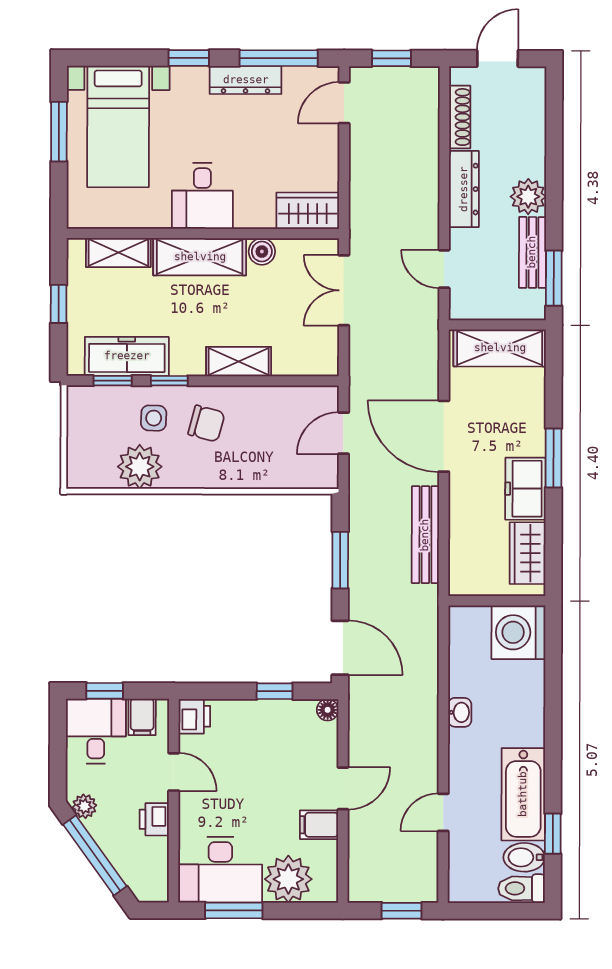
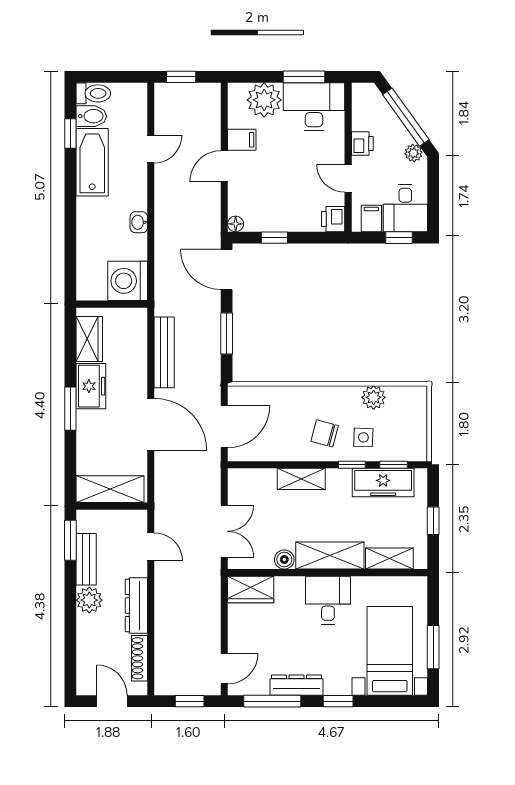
door: (498, 59) -> (112, 701), swing flipped
door: (344, 433) -> (224, 427), width x1.38
plant: (140, 467) -> (374, 397), width x0.73, depth x0.73
washing machine: (518, 632) -> (128, 281), moved, turned 180

